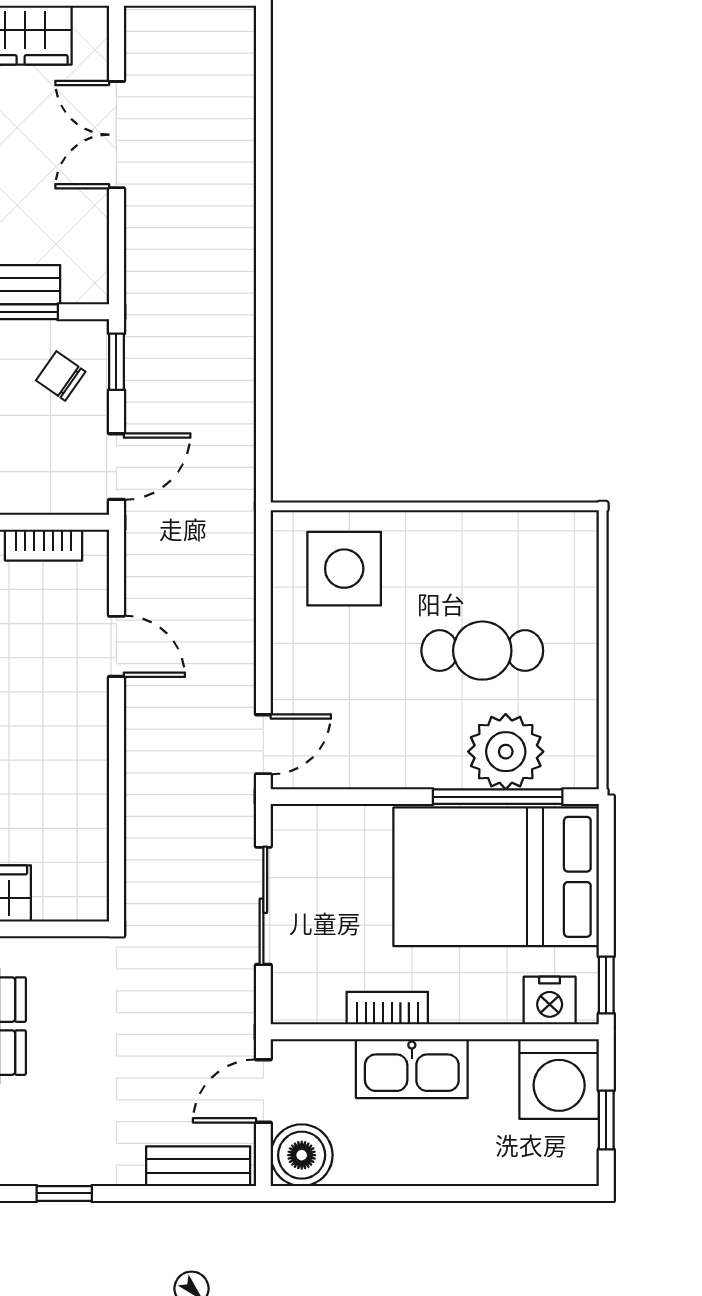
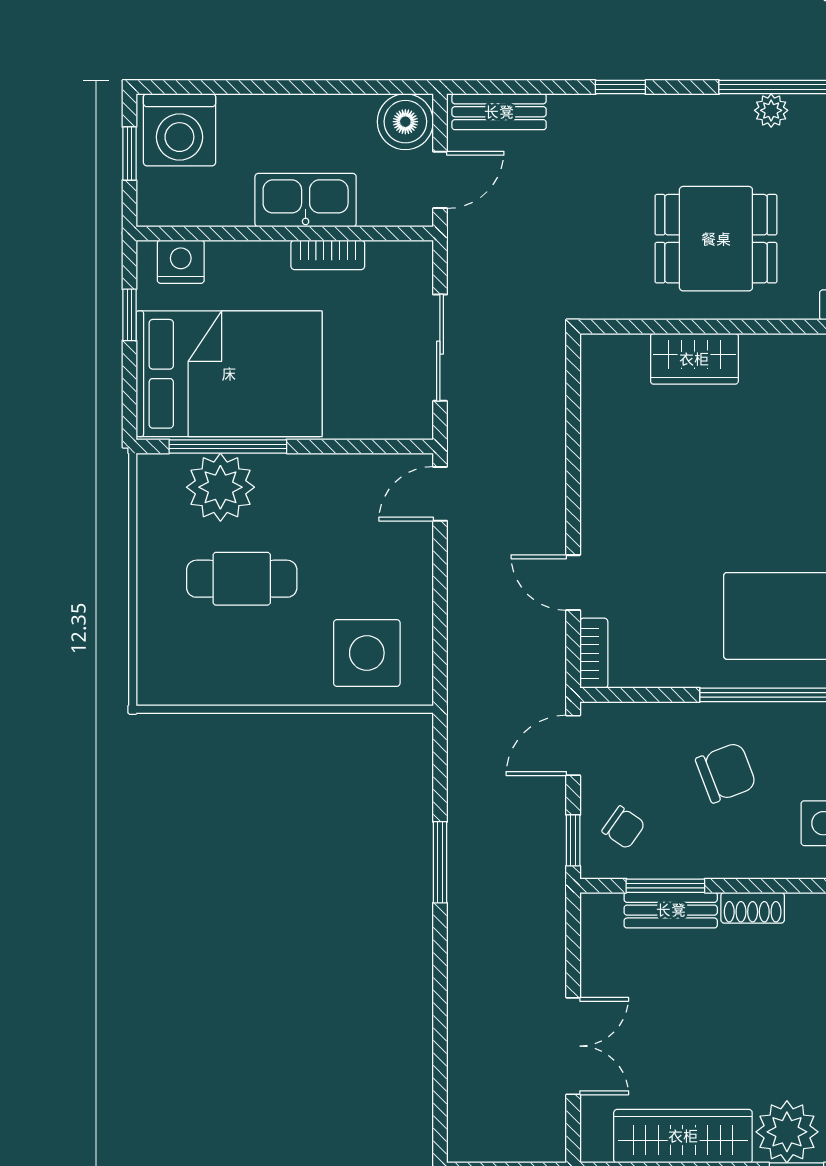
window: (263, 338) -> (440, 862), added
bookcase: (44, 545) -> (594, 653), moved, turned 90
window: (606, 985) -> (129, 315), moved
washing machine: (559, 1079) -> (179, 130), moved, turned 180

